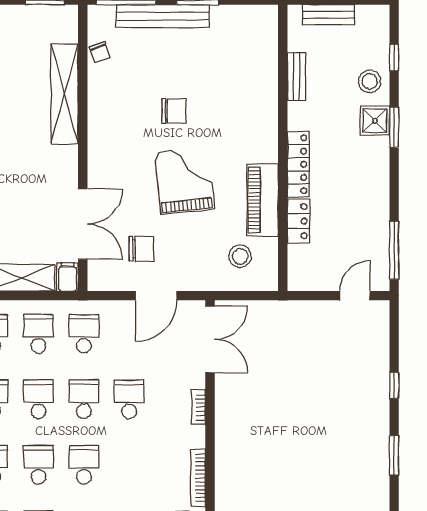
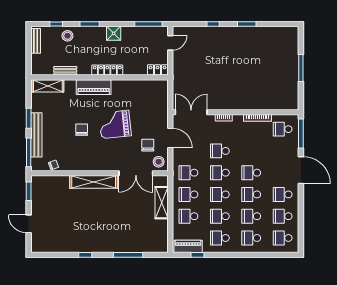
bench: (329, 15) -> (36, 41), moved
shelving: (265, 40) -> (48, 86), added
shelving: (65, 94) -> (94, 182), moved
shower: (375, 121) -> (114, 33), moved
piano: (263, 200) -> (94, 87), moved
locker: (298, 221) -> (158, 70), moved
double door: (83, 224) -> (136, 173), swing flipped
stool: (240, 256) -> (159, 162), moved
filing cabinet: (68, 277) -> (161, 180), removed
door: (355, 296) -> (170, 43), swing flipped

